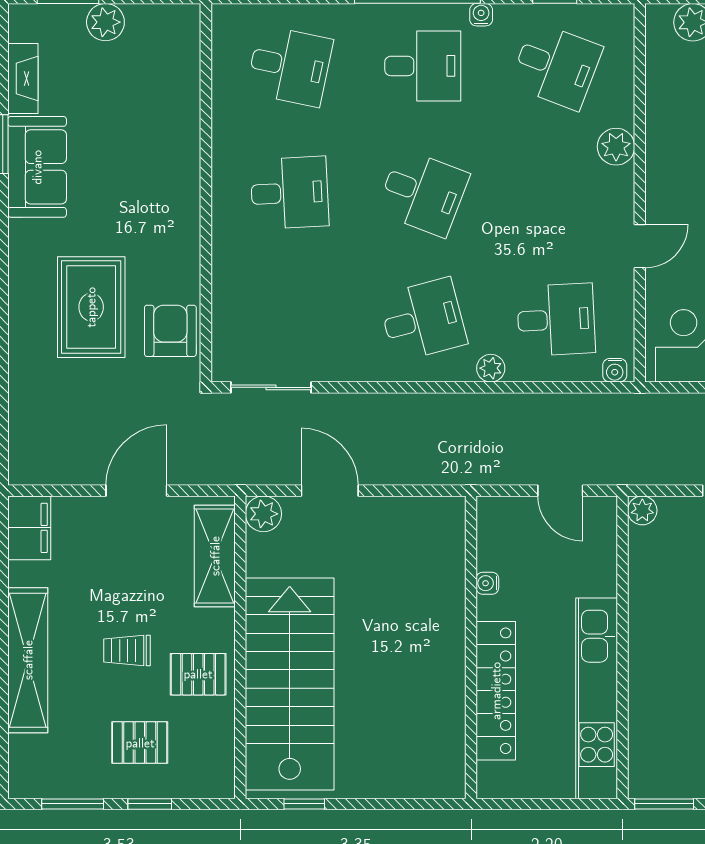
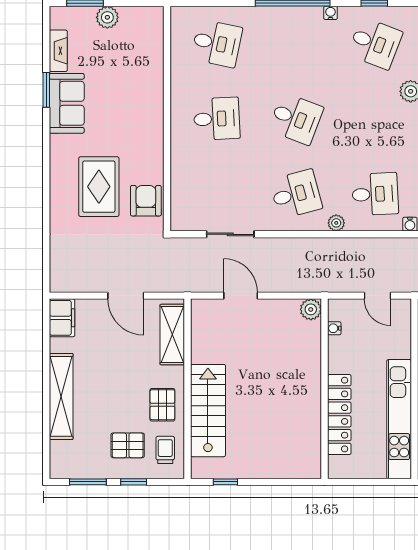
desk: (423, 66) -> (296, 43), removed
sliding door: (271, 387) -> (230, 234), moved
door: (136, 491) -> (126, 296), swing flipped
plant: (263, 514) -> (311, 309), moved
water cooler: (487, 583) -> (334, 328), moved
trolley: (127, 651) -> (165, 450), moved, turned 90
pallet: (198, 674) -> (162, 405), turned 90
stairs: (290, 684) -> (208, 411), width x0.73, depth x0.66

